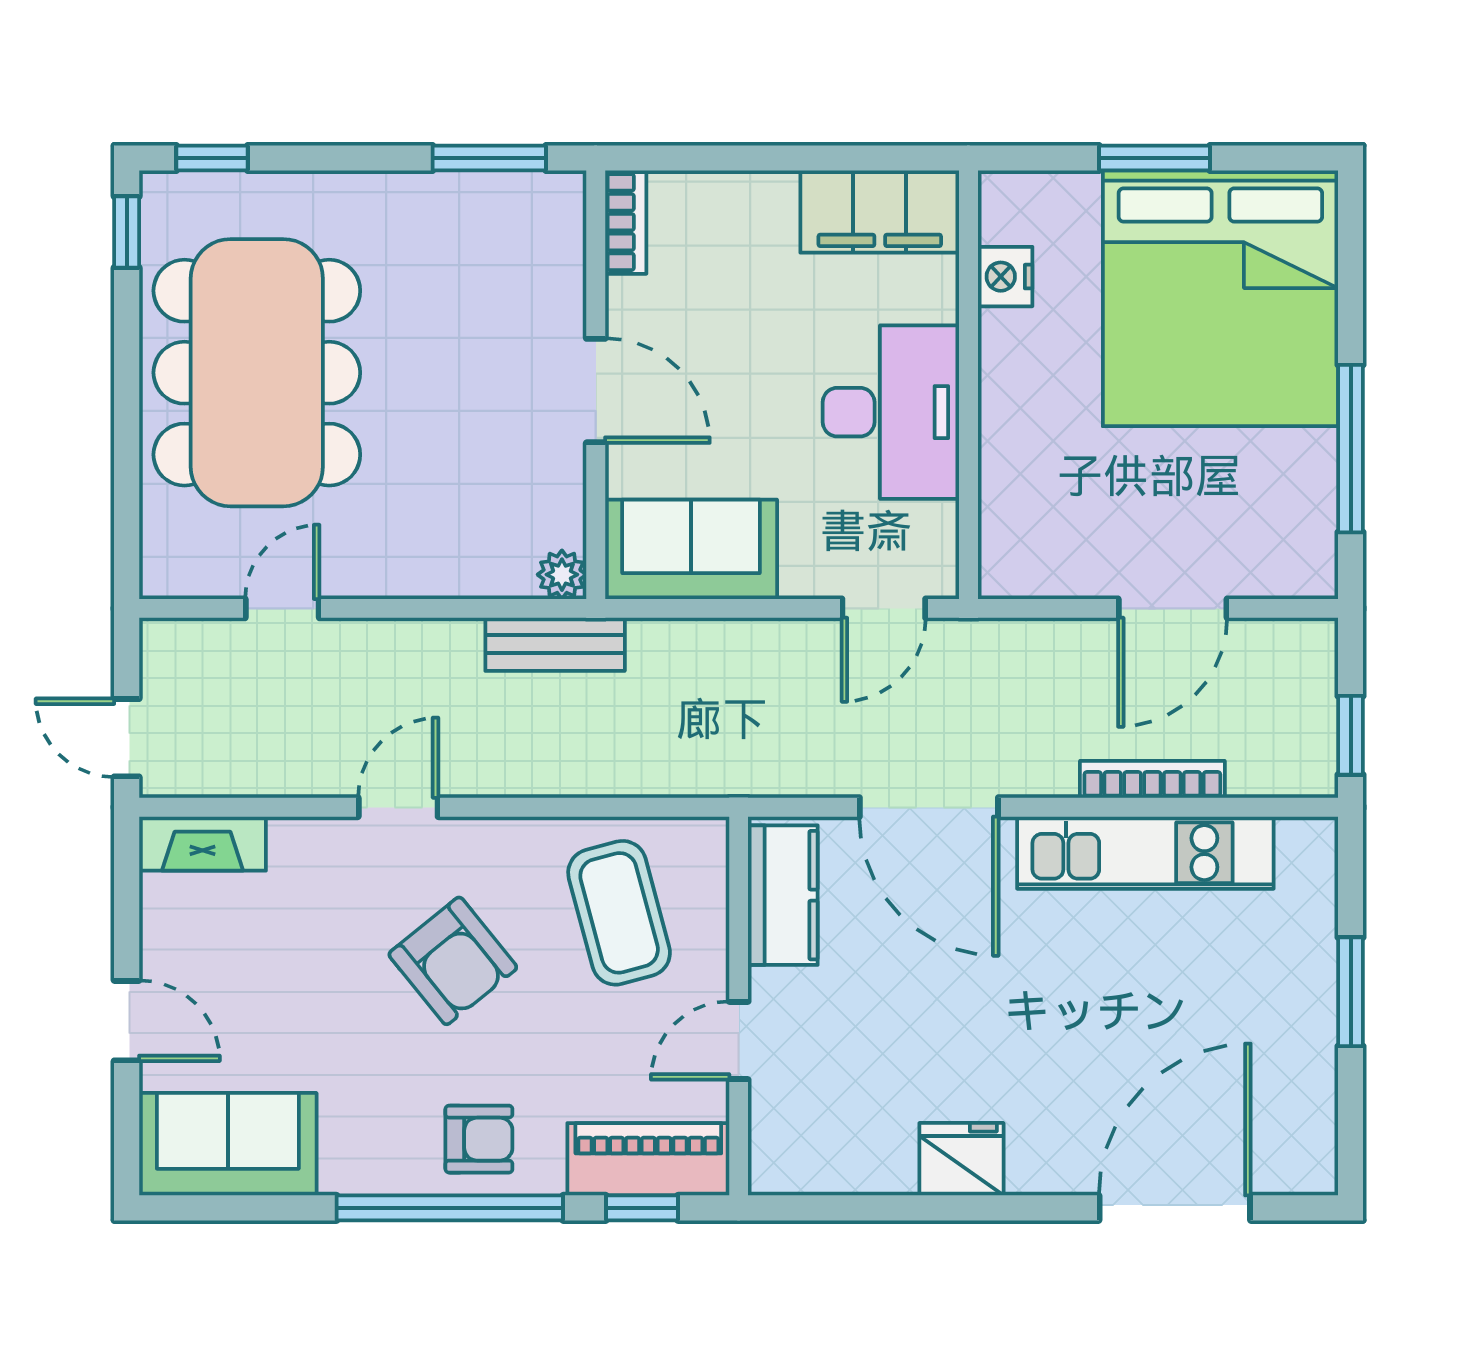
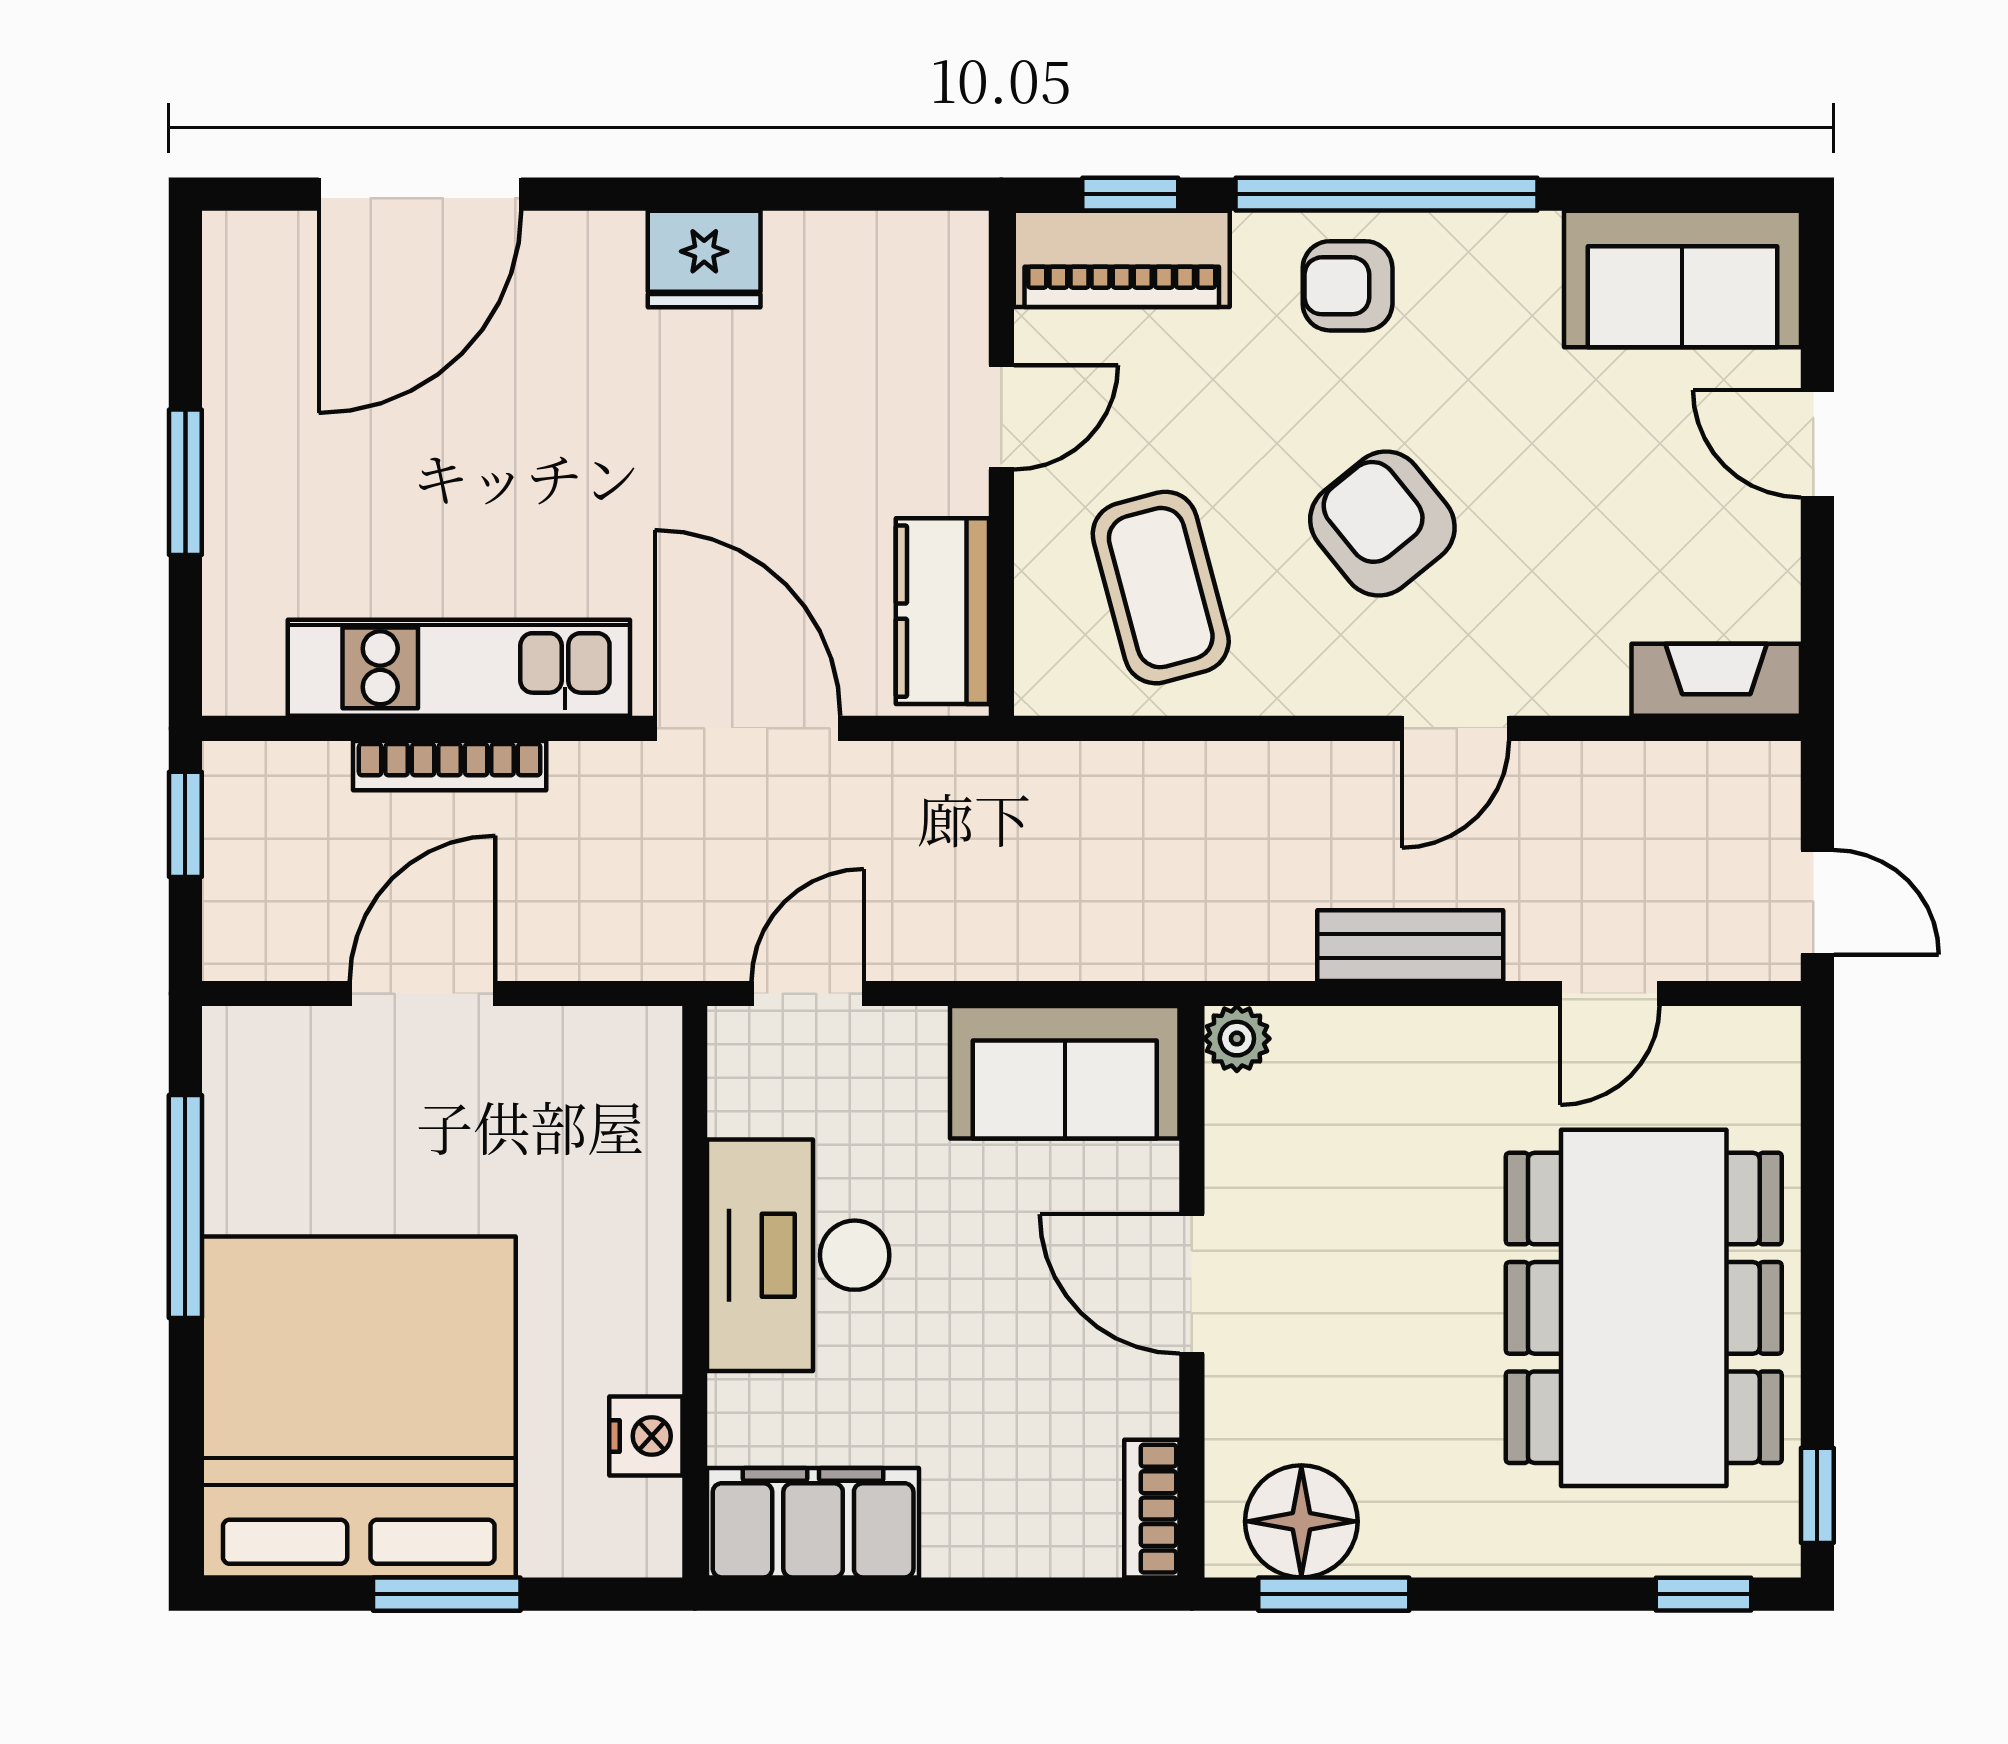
floor lamp: (514, 213) -> (1301, 1521), added
bench: (555, 644) -> (1410, 946), moved
door: (127, 738) -> (1817, 902), moved

